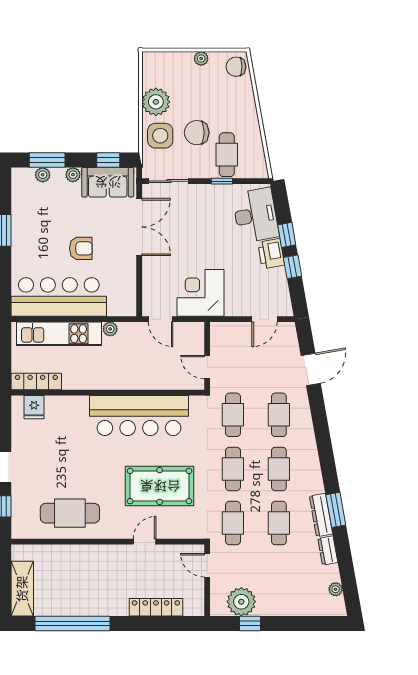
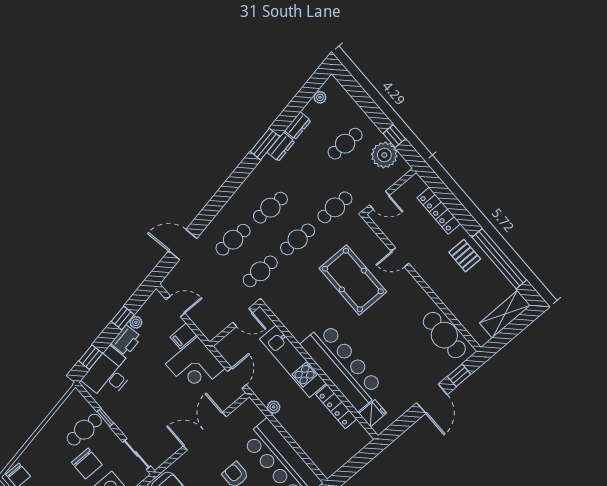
double door: (139, 227) -> (205, 431), moved
window: (287, 235) -> (91, 357), moved
plant: (279, 275) -> (136, 322), added
filing cabinet: (234, 305) -> (183, 336), added
kitchen unit: (59, 334) -> (293, 361), moved, turned 180
door: (207, 367) -> (243, 317), hinge flipped
locker: (36, 382) -> (336, 407), moved
bar counter: (139, 416) -> (342, 366), moved
cafe table: (70, 513) -> (444, 335), moved
dresser: (321, 515) -> (281, 147), width x0.70
cafe table: (279, 523) -> (345, 144), moved
door: (207, 565) -> (379, 200), hinge flipped
pallet: (100, 597) -> (465, 256), added

